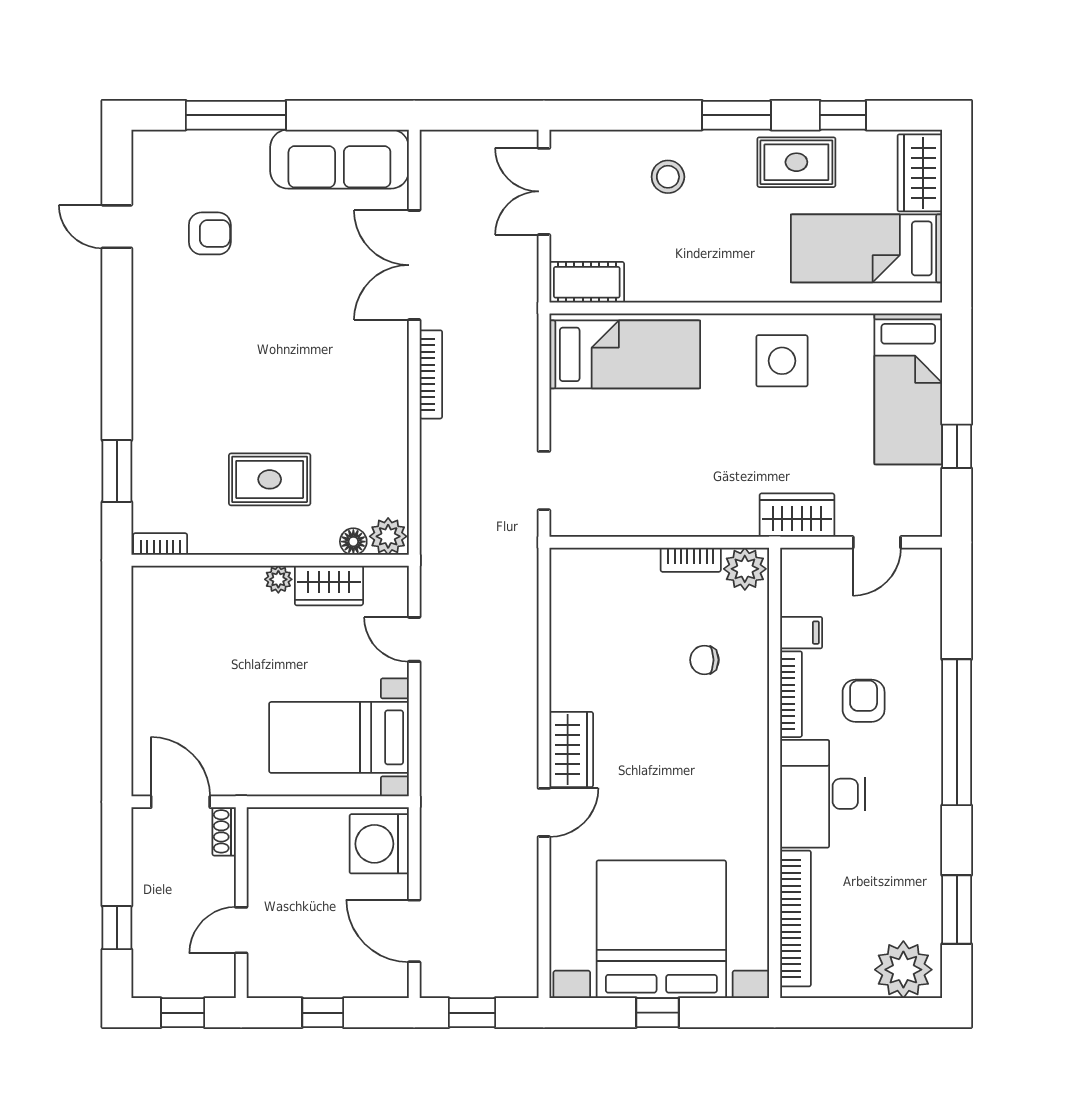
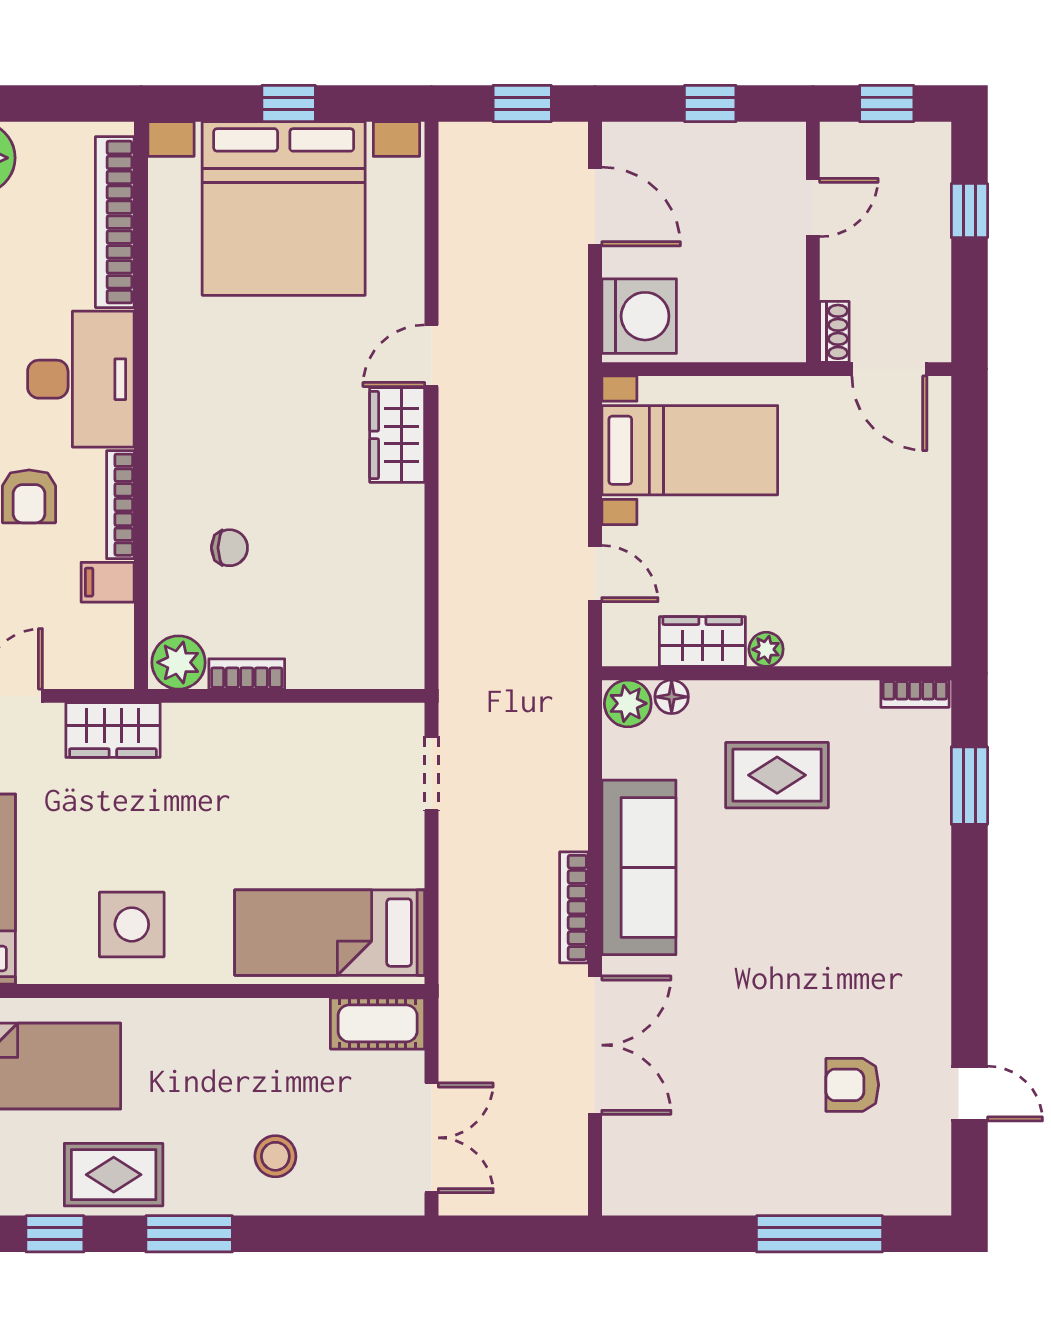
sofa: (339, 159) -> (639, 867), moved, turned 90

